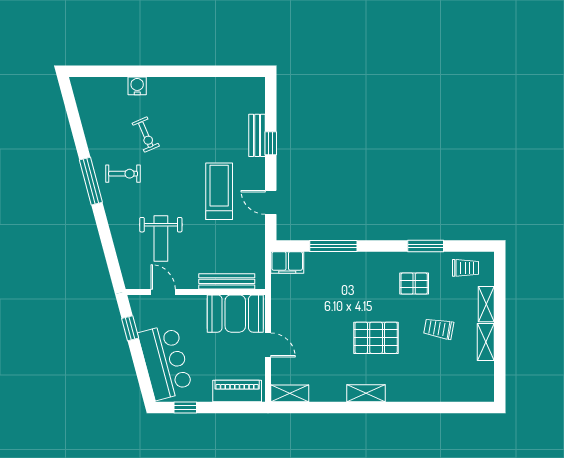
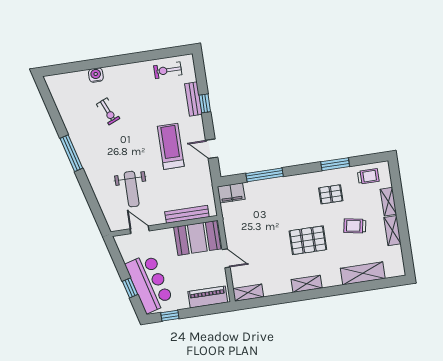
exercise bike: (123, 174) -> (168, 70), moved, turned 180
window: (130, 328) -> (130, 288), moved
shelving: (440, 391) -> (363, 273), added

